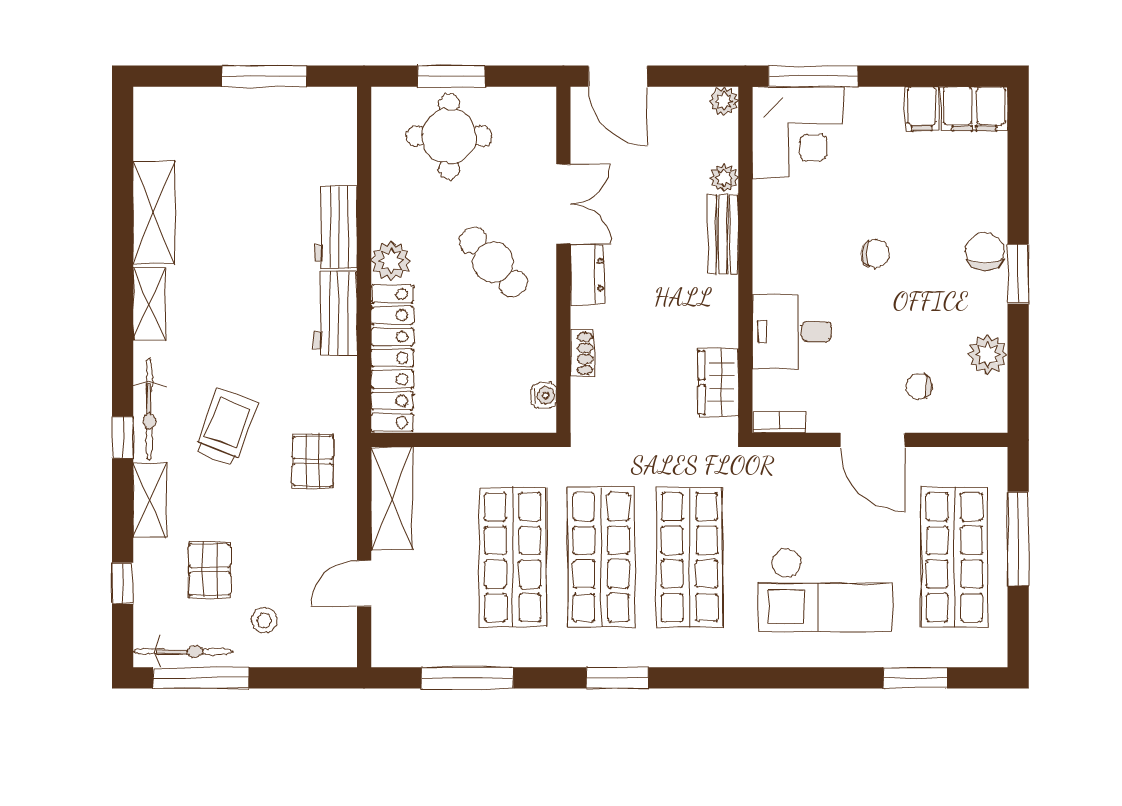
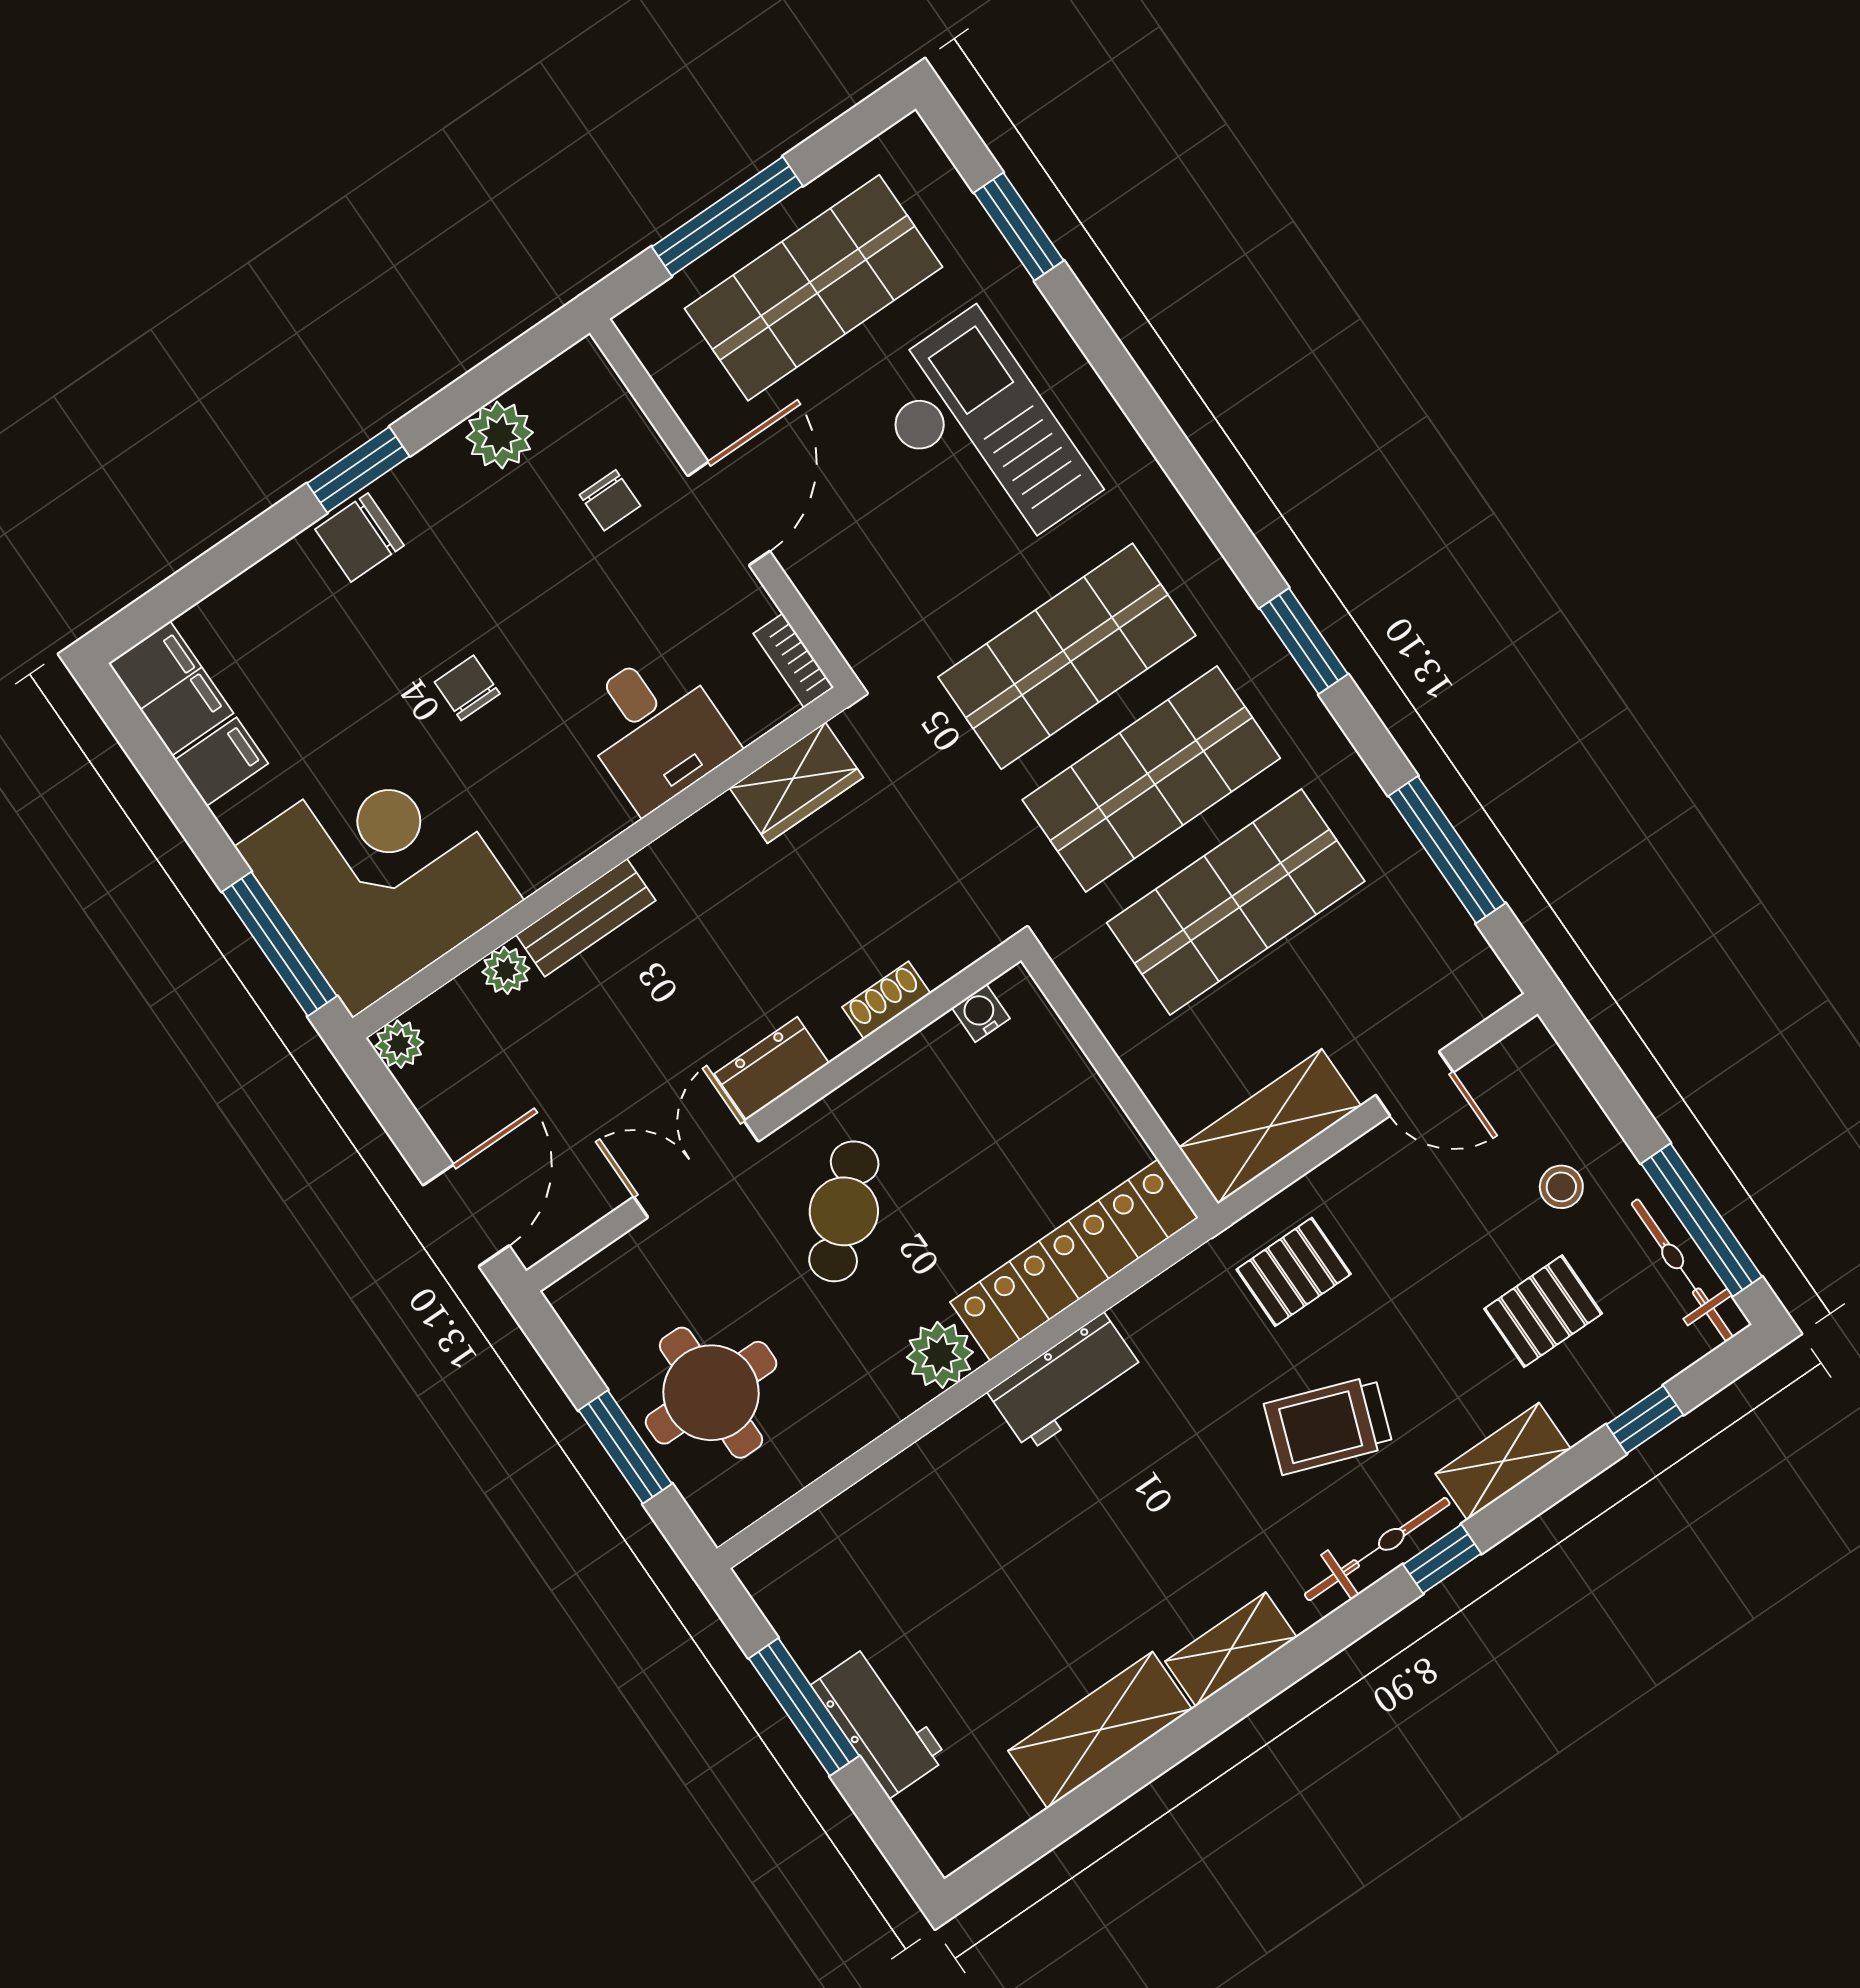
corner desk: (798, 132) -> (379, 873), width x1.36, depth x1.36
workbench: (336, 227) -> (879, 1722), moved, turned -90

